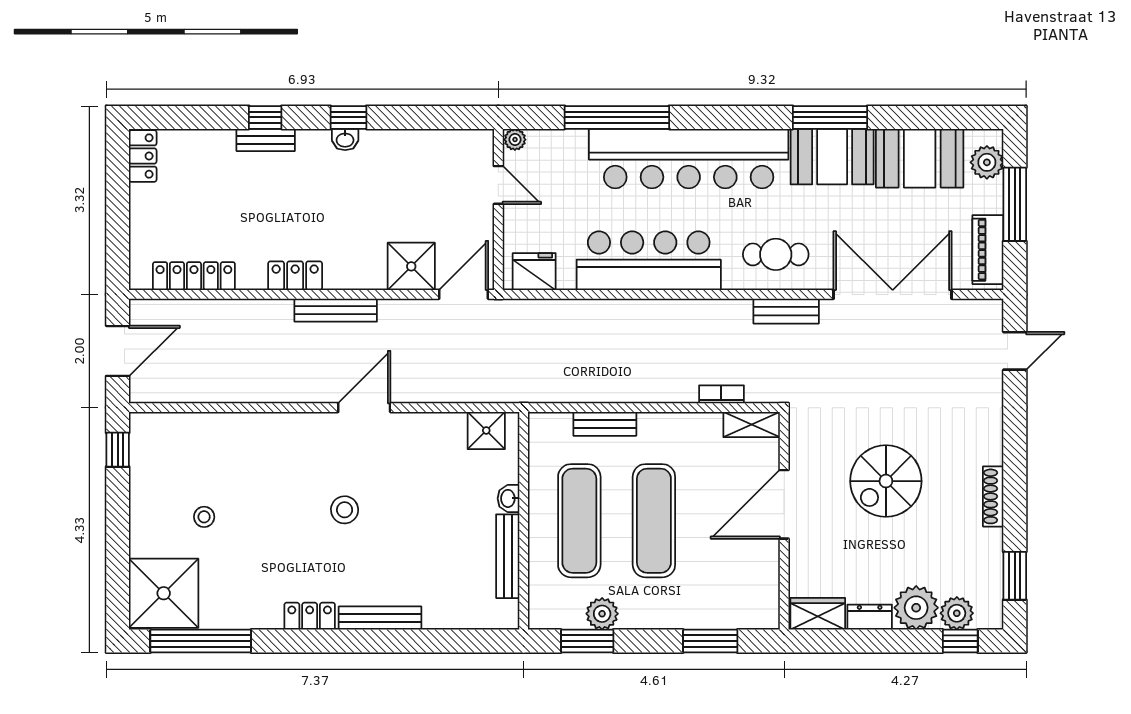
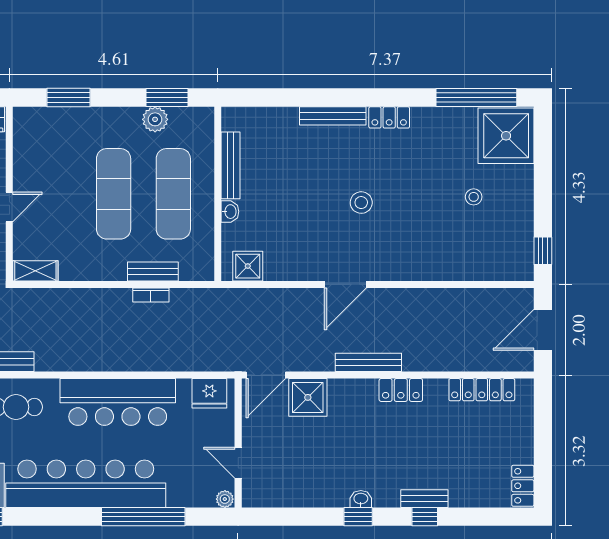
bookcase: (721, 394) -> (151, 295), moved
door: (784, 504) -> (9, 207), width x0.53

